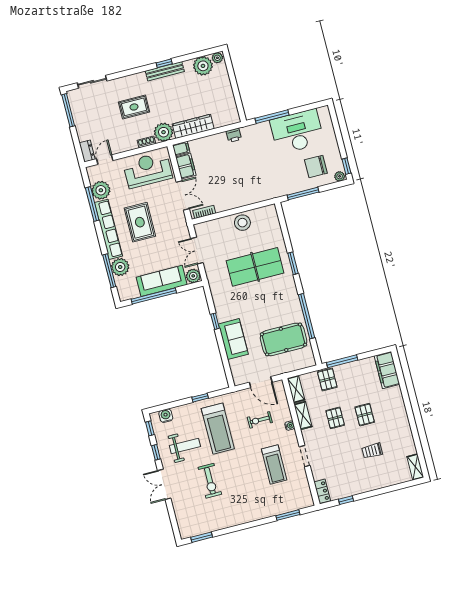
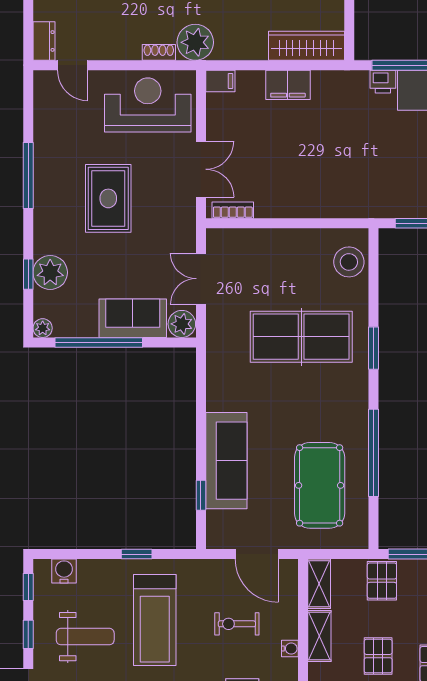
wardrobe: (193, 126) -> (307, 46), moved
printer: (234, 135) -> (383, 82), moved
door: (105, 160) -> (73, 65), swing flipped
filing cabinet: (186, 166) -> (288, 85), moved, turned 90
plant: (101, 190) -> (43, 328), moved, width x0.53, depth x0.53
window: (92, 204) -> (28, 175), moved
stool: (242, 223) -> (349, 262), moved
row of seats: (109, 229) -> (47, 197), removed
window: (109, 271) -> (28, 274), width x0.46
sofa: (162, 281) -> (133, 318), width x0.73
window: (215, 321) -> (201, 495), moved
sofa: (233, 339) -> (226, 461), width x1.36
pool table: (284, 339) -> (320, 485), turned 90

